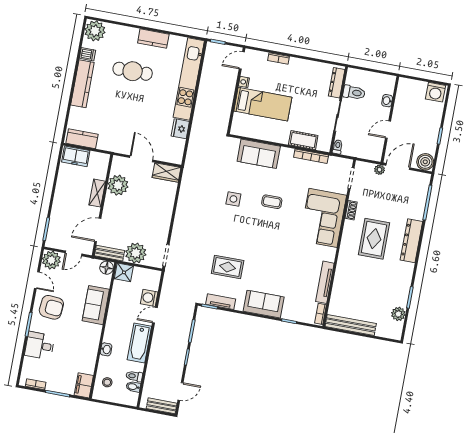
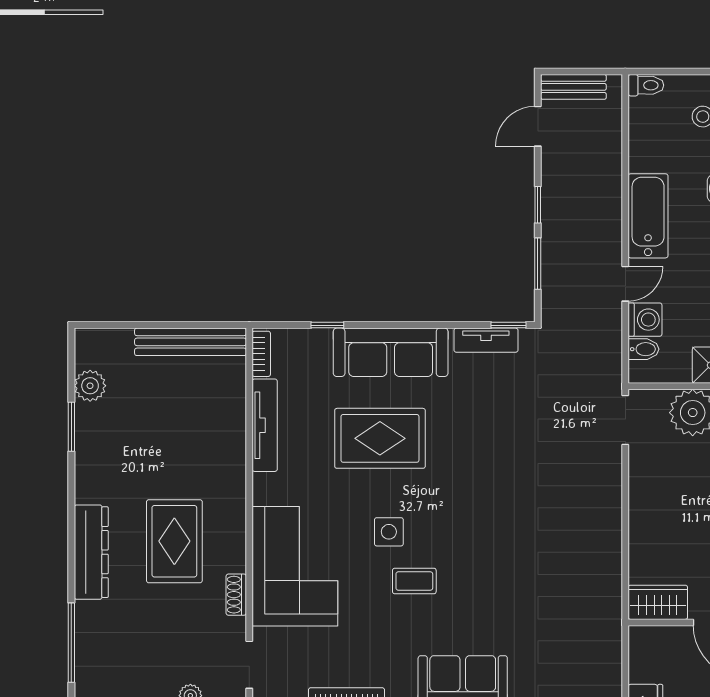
side table: (233, 199) -> (389, 532), moved
rug: (228, 267) -> (380, 438), moved, width x1.36, depth x1.43
sofa: (264, 304) -> (391, 352), width x1.36
toilet: (134, 376) -> (646, 85), moved
bidet: (133, 387) -> (644, 349), moved

